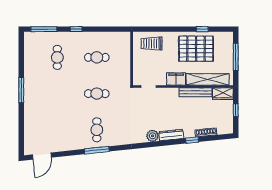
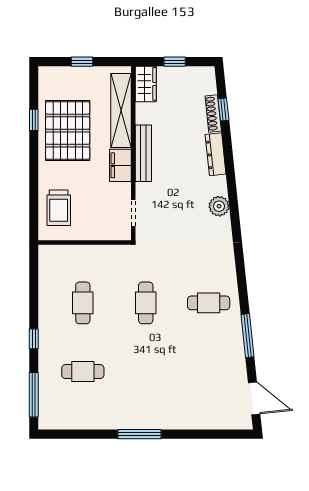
window: (236, 57) -> (82, 62), width x0.46
bench: (195, 92) -> (143, 153), moved
dresser: (171, 135) -> (216, 154), moved
window: (192, 140) -> (224, 110), moved
window: (97, 150) -> (247, 336), moved

